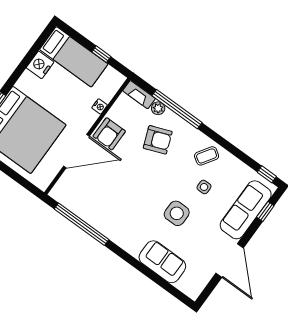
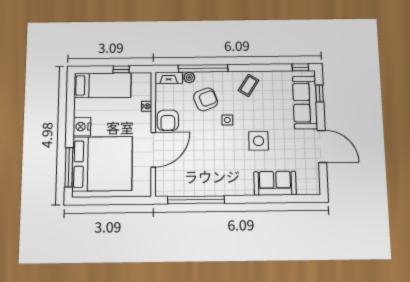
nightstand: (40, 65) -> (82, 127), moved
side table: (204, 187) -> (227, 120), moved

